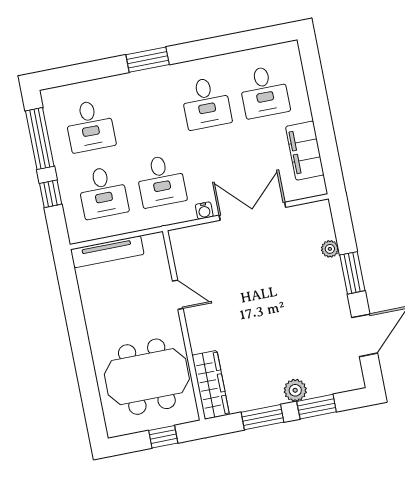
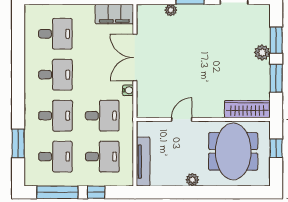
window: (148, 60) -> (18, 143), moved
desk: (148, 115) -> (55, 116), added
filing cabinet: (305, 151) -> (114, 14), moved
plant: (95, 327) -> (192, 180), added

